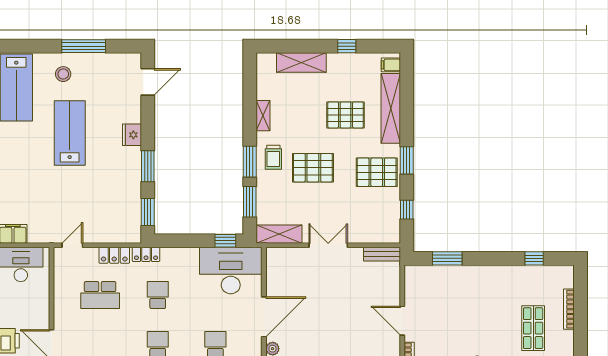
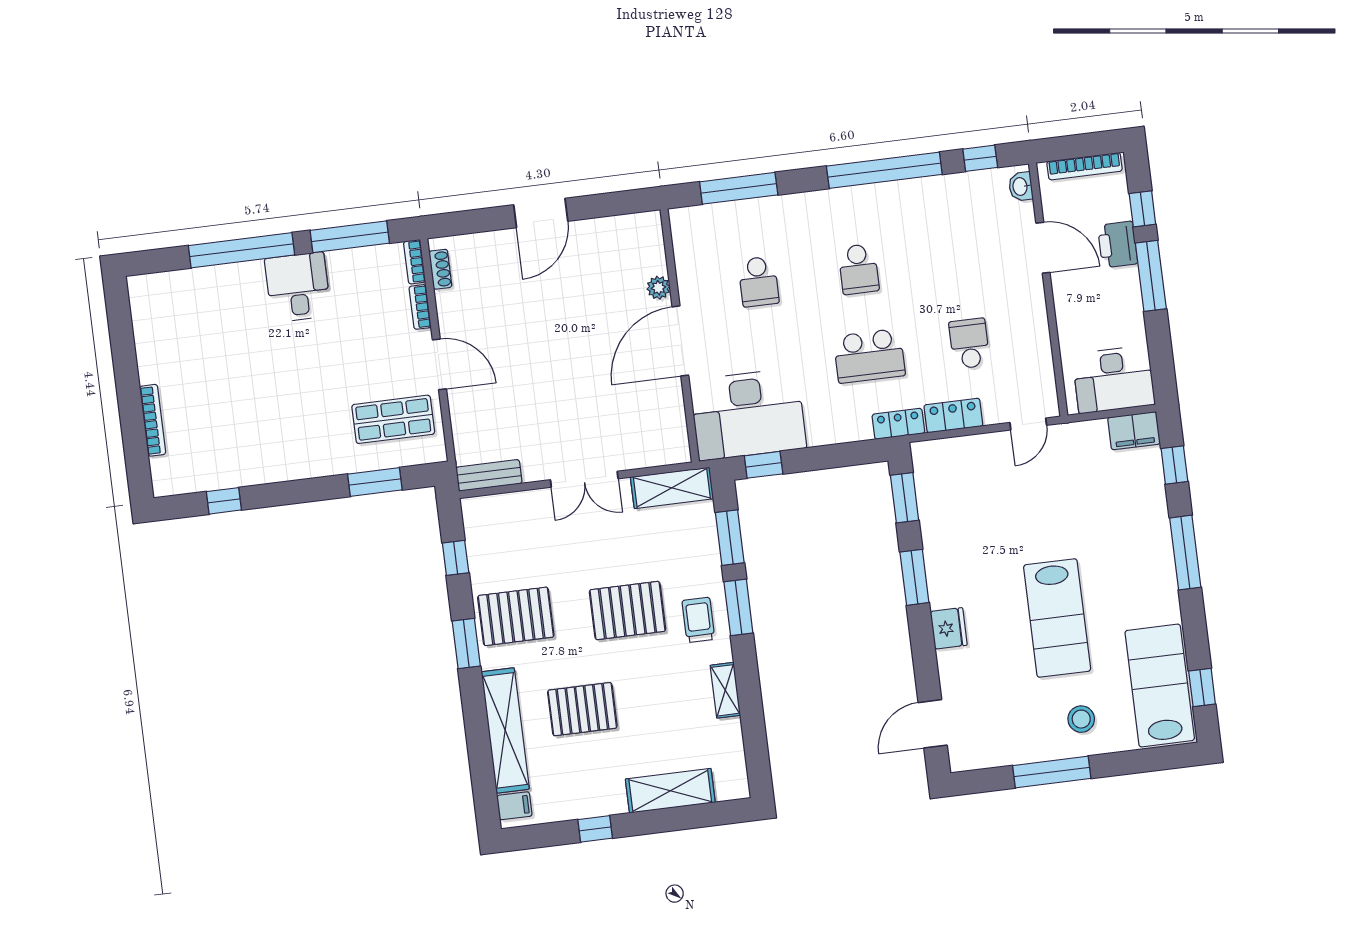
school desk: (100, 295) -> (969, 343), width x0.54
school desk: (158, 295) -> (869, 356), width x1.85
shop shelf: (533, 328) -> (393, 419), moved, turned 90

